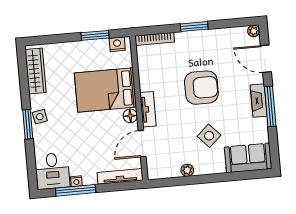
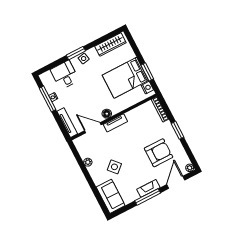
armchair: (201, 88) -> (159, 153), moved, turned -90
bed: (105, 90) -> (125, 78), moved, turned -90
desk: (52, 171) -> (65, 75), moved, turned 90

